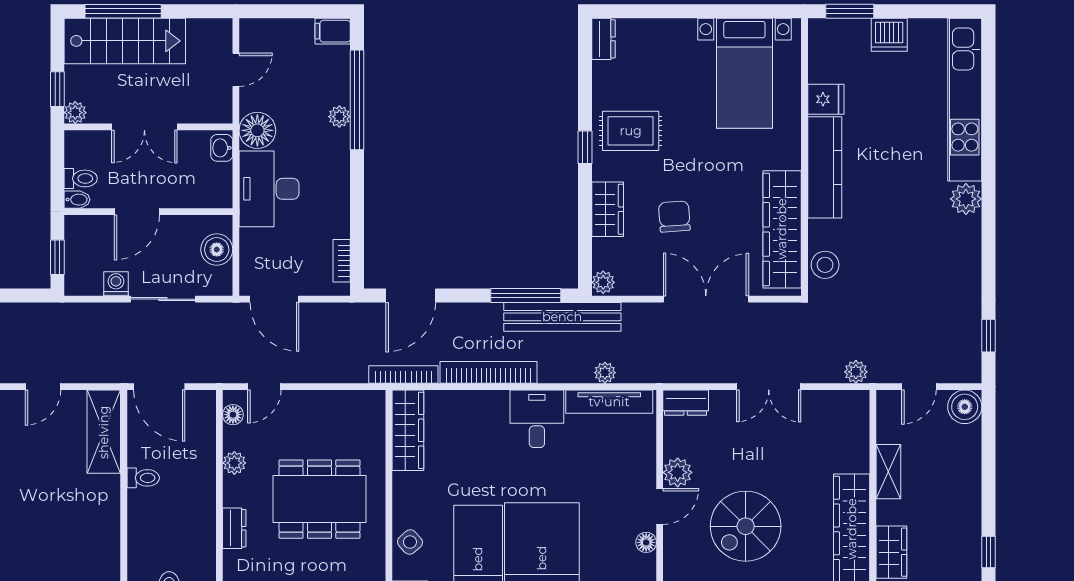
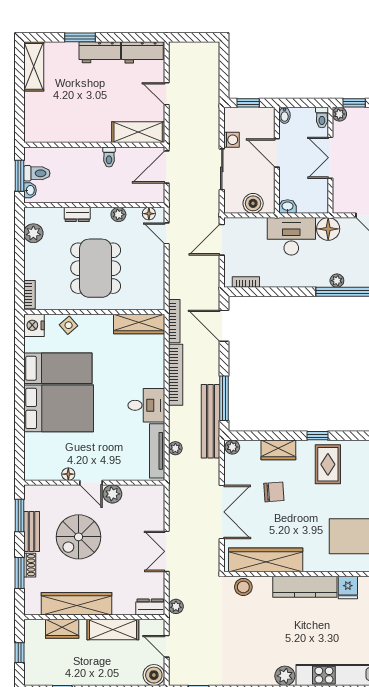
washbasin: (222, 148) -> (288, 206), moved
toilet: (81, 178) -> (322, 118), moved
dresser: (686, 403) -> (150, 607), moved, turned 90
shelving: (888, 472) -> (113, 629), width x1.50, depth x1.33
spiral stairs: (746, 526) -> (79, 537), turned -90

